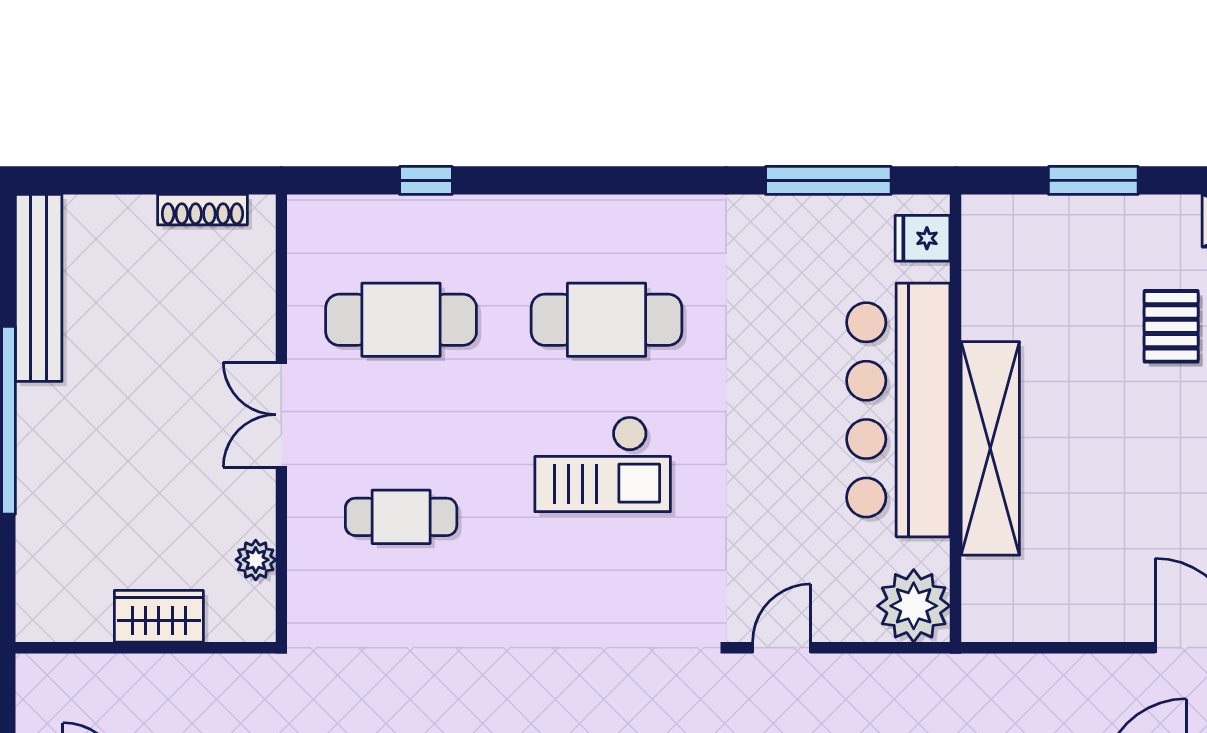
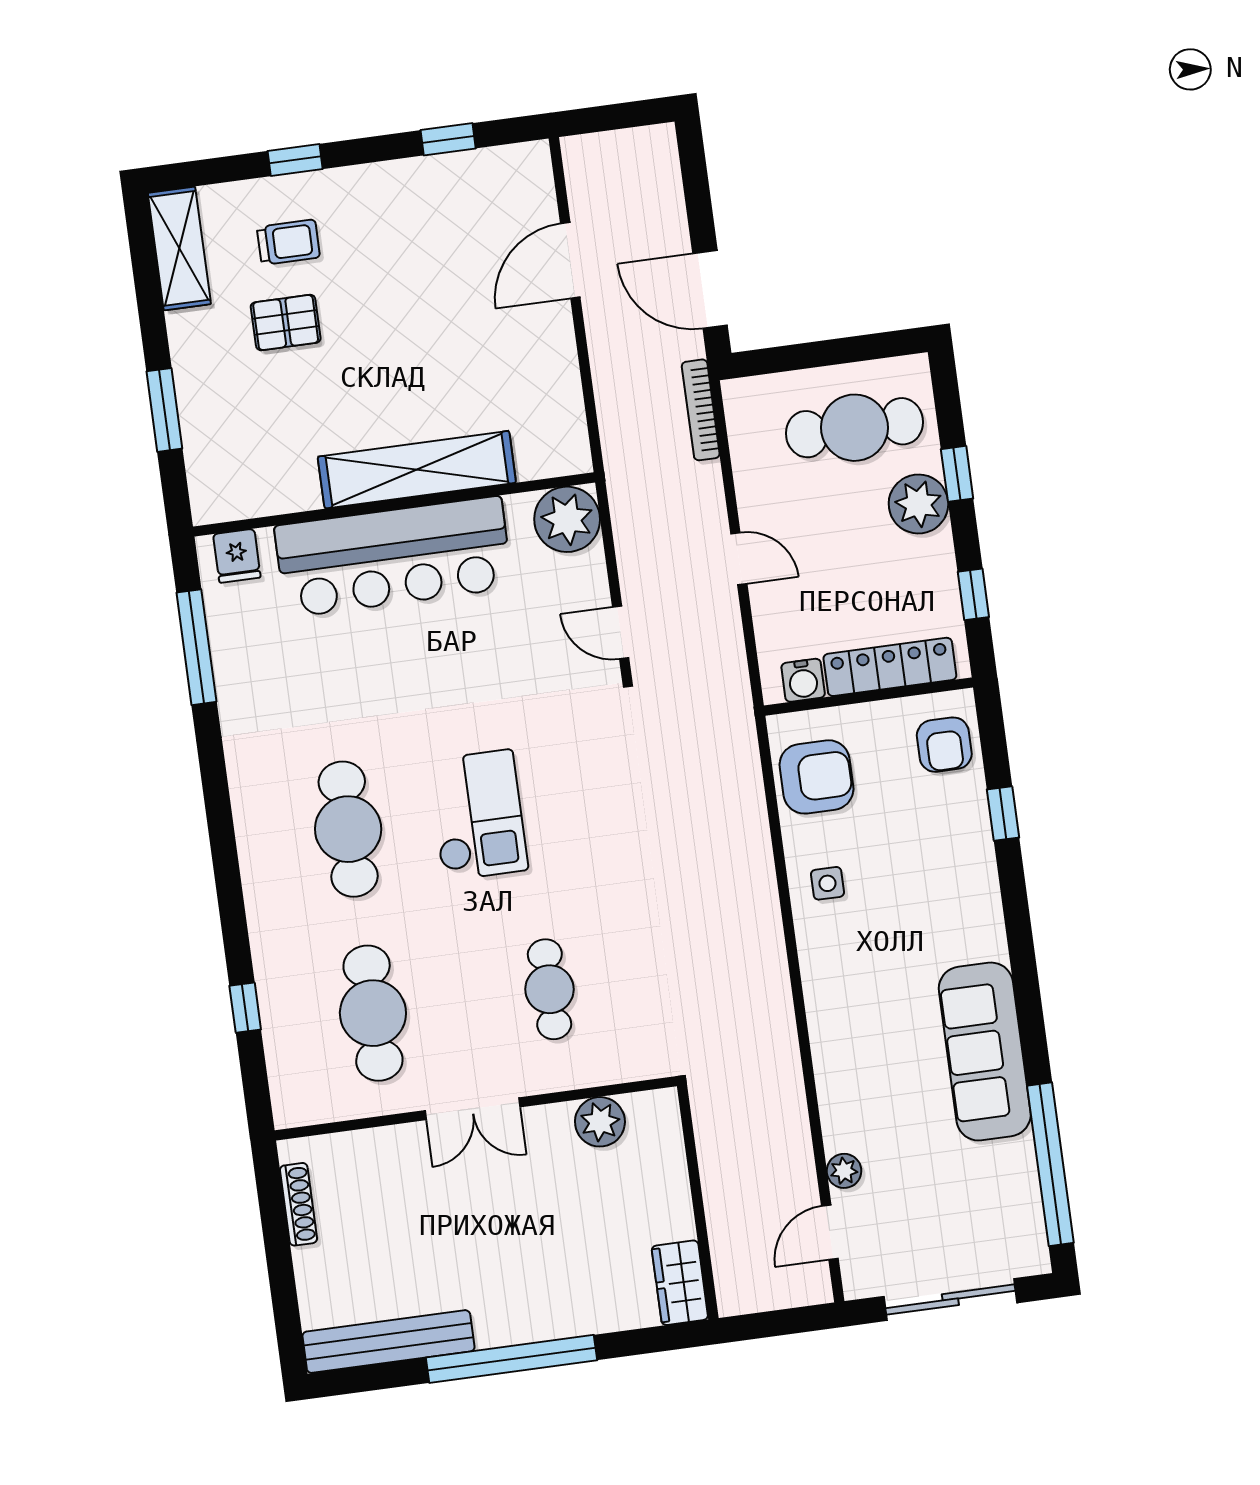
plant: (256, 560) -> (600, 1122), width x1.38, depth x1.38
wardrobe: (159, 616) -> (680, 1283), moved

